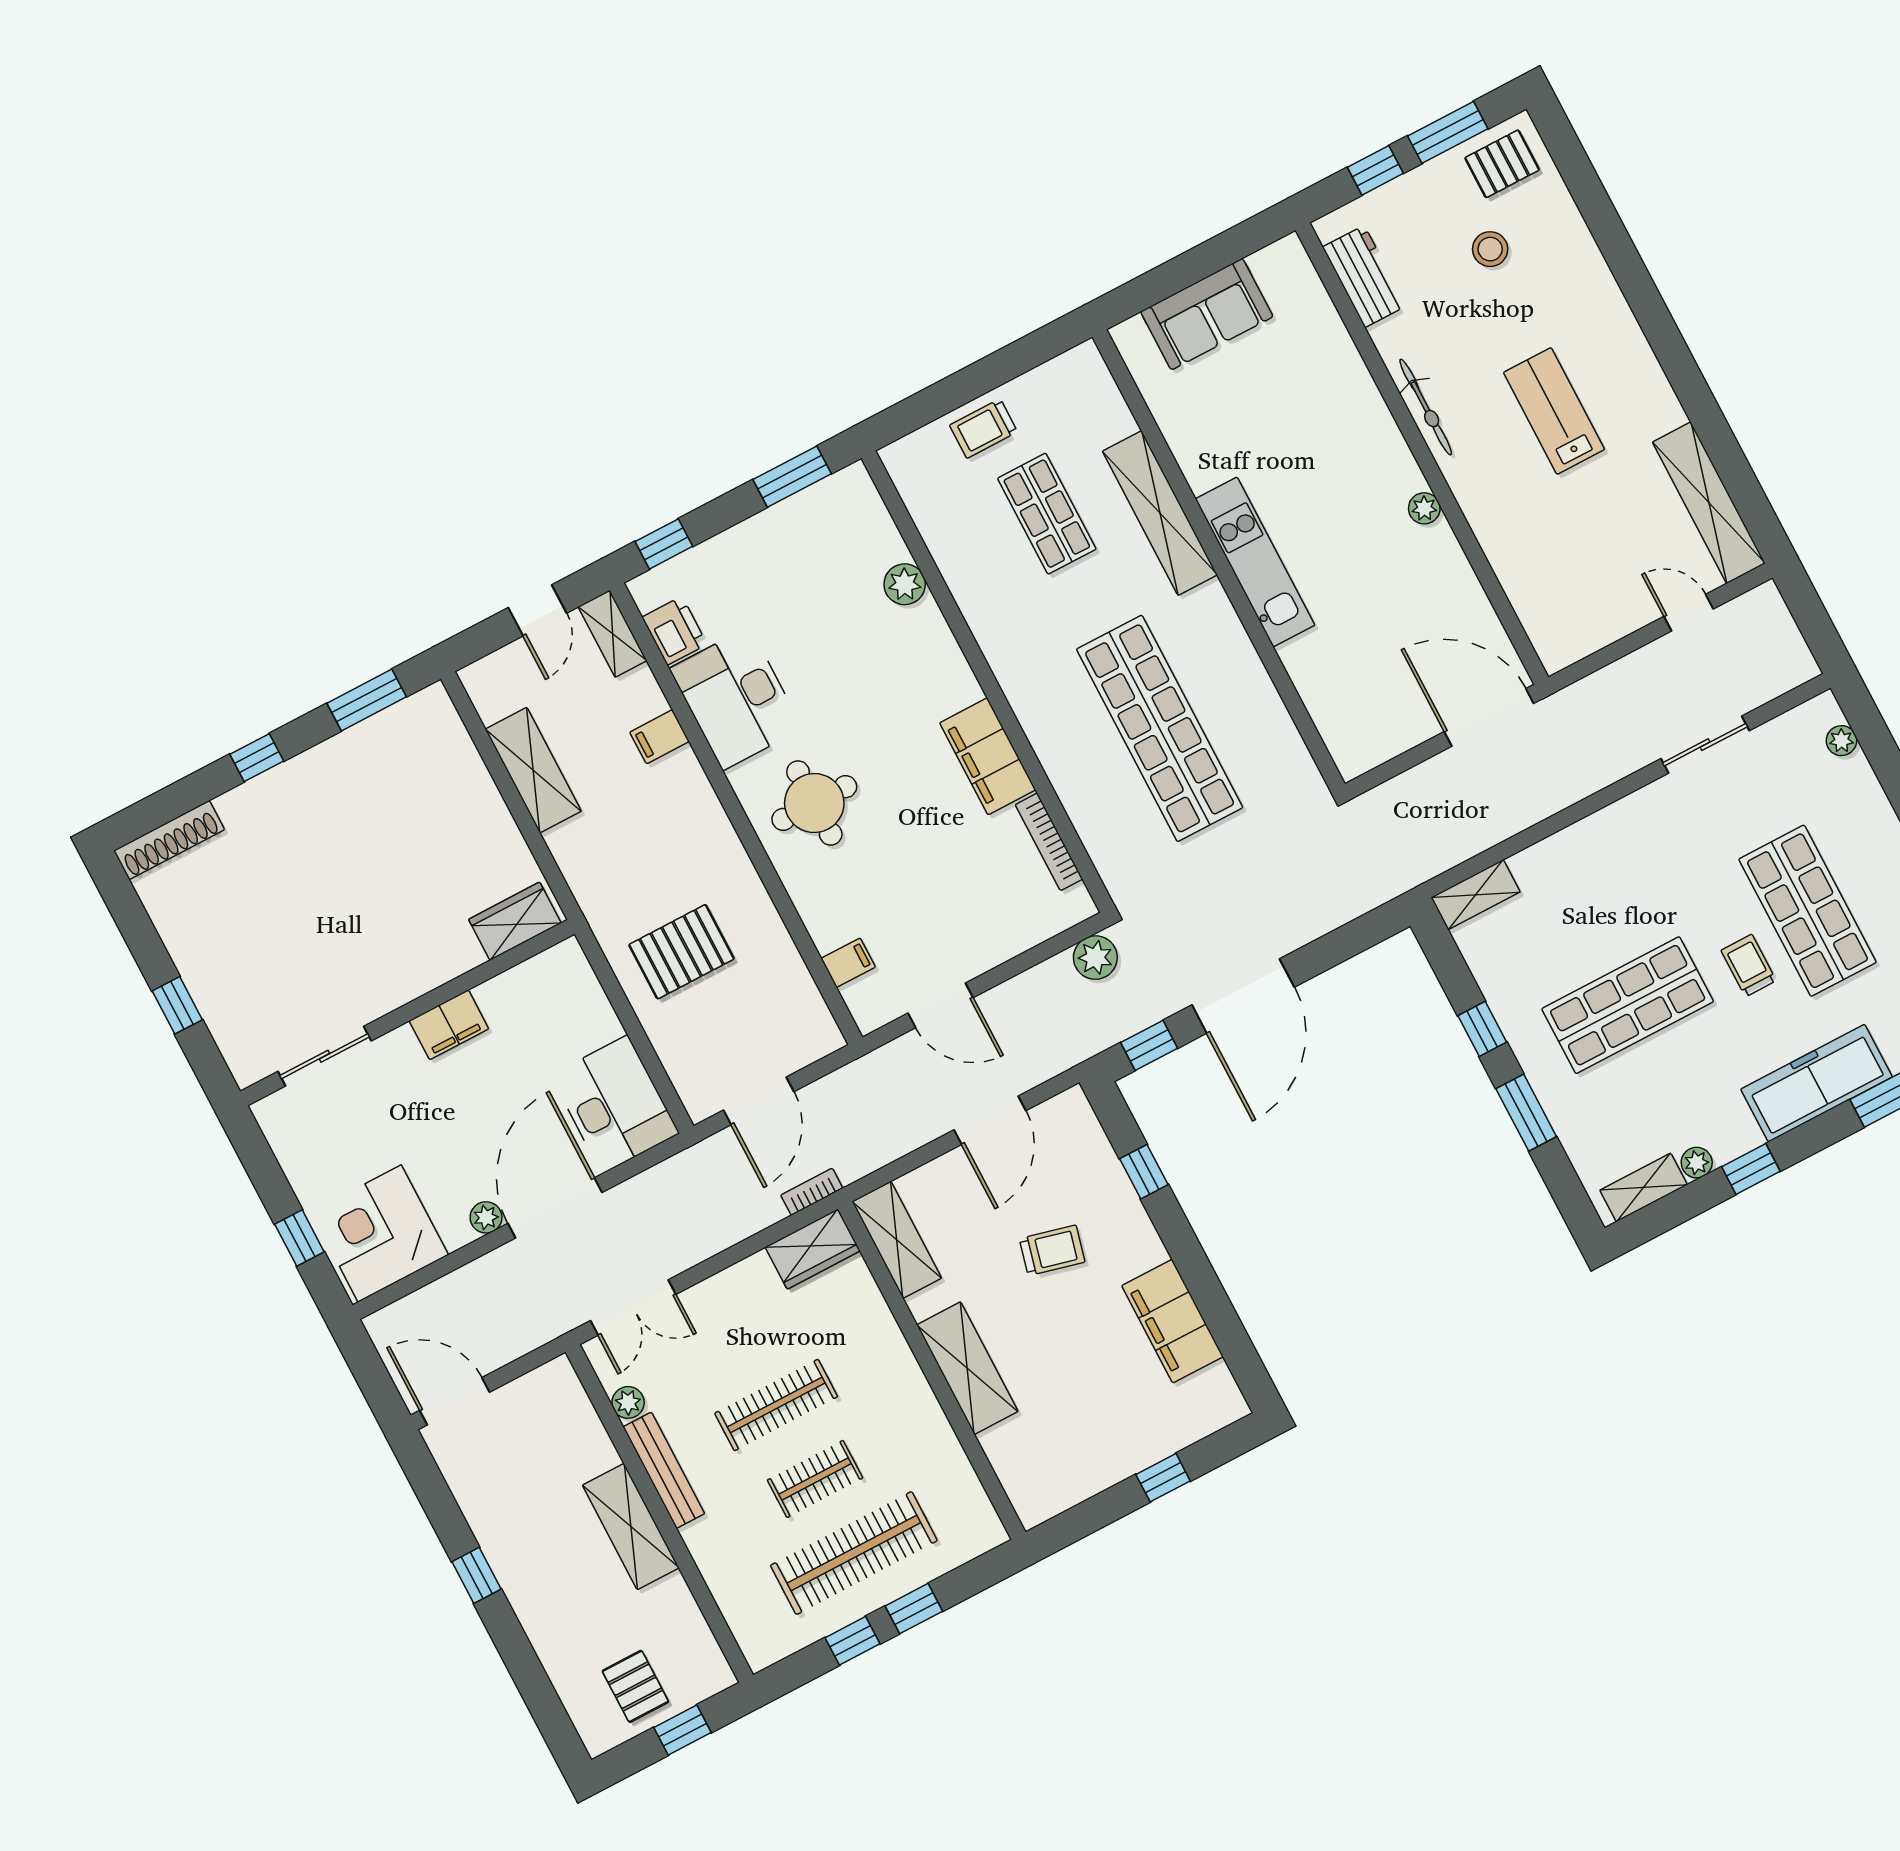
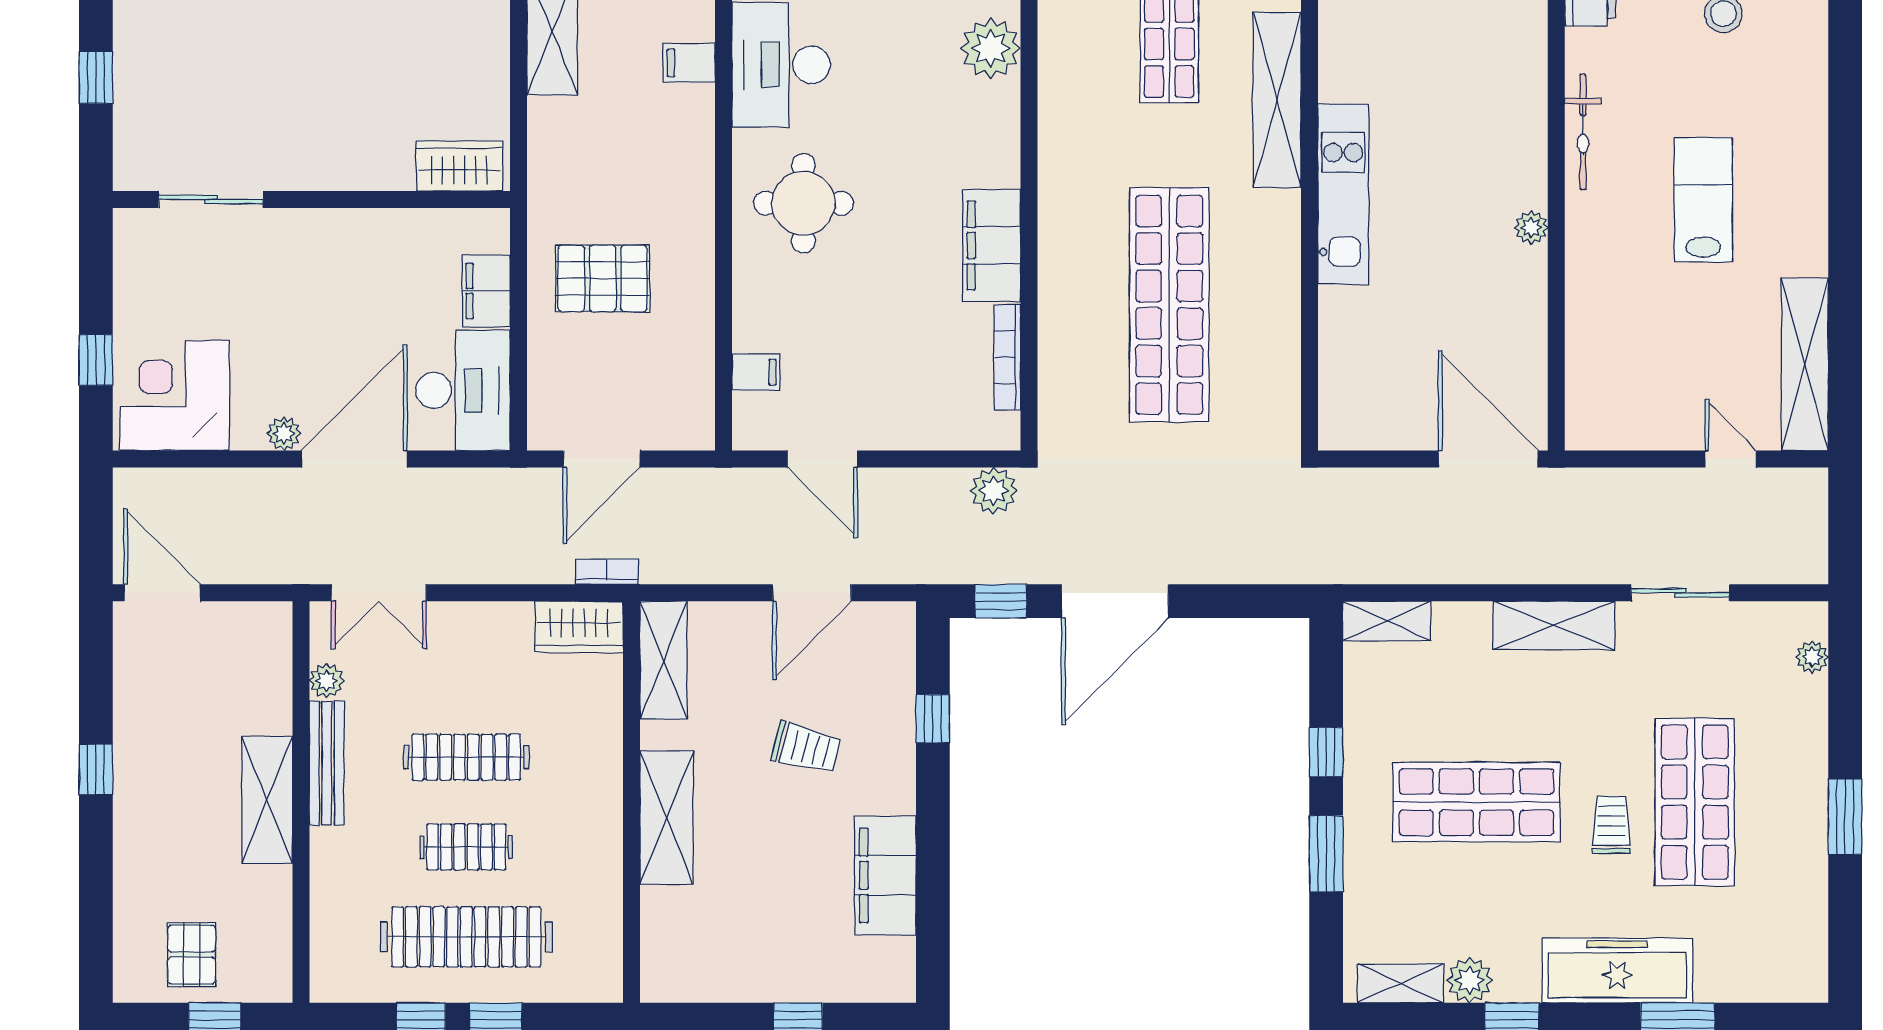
plant: (905, 584) -> (991, 48), width x1.36, depth x1.36
shelving: (1615, 826) -> (1554, 625), added
filing cabinet: (449, 1025) -> (486, 291), moved, turned 90
plant: (1697, 1163) -> (1470, 980), width x1.38, depth x1.38

